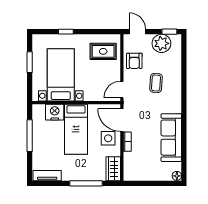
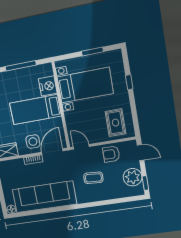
door: (137, 32) -> (141, 153), hinge flipped
sofa: (171, 138) -> (44, 197), width x1.36, depth x1.27

